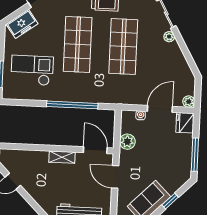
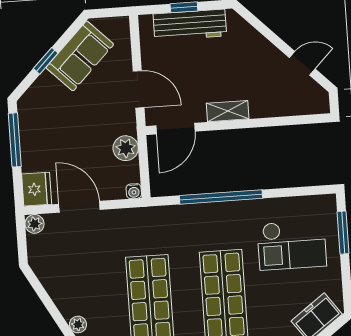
door: (160, 109) -> (79, 207), swing flipped
water cooler: (141, 115) -> (134, 191), moved
door: (95, 150) -> (176, 129), hinge flipped

